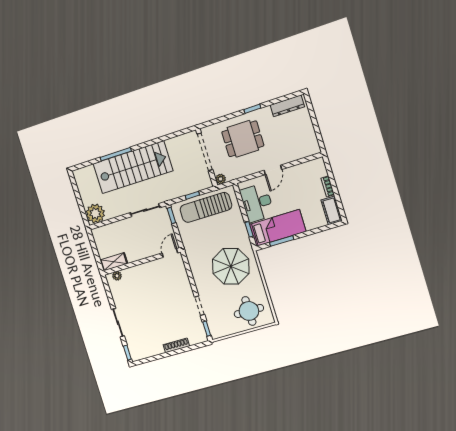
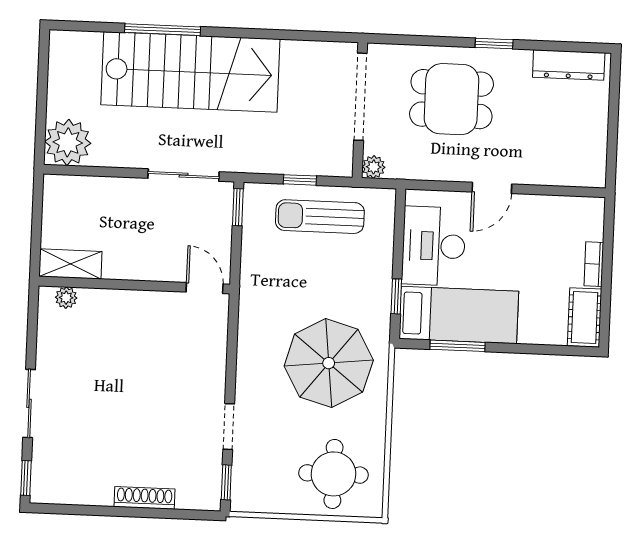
sun lounger: (206, 207) -> (320, 217), width x0.73, depth x0.75
door: (170, 253) -> (205, 288), hinge flipped

